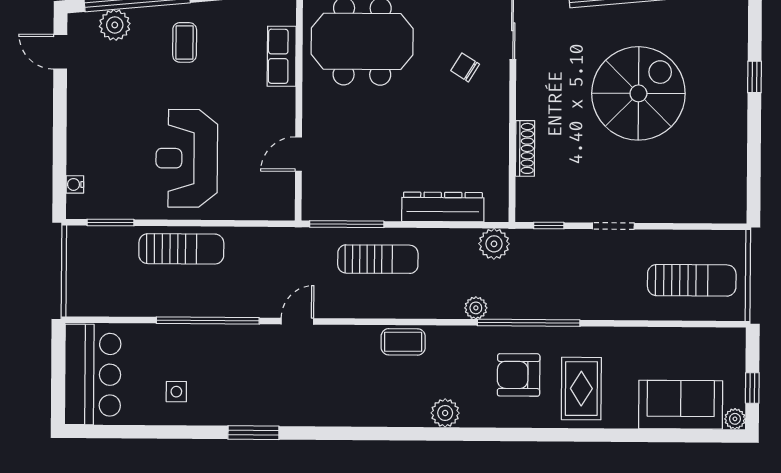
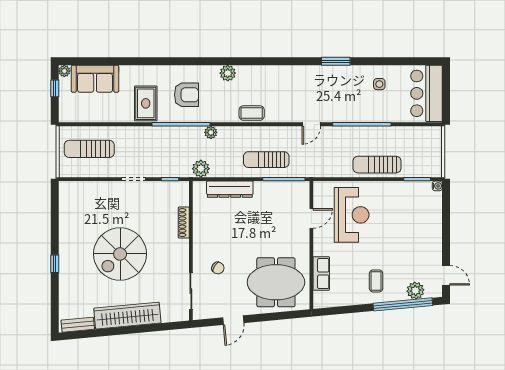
reception desk: (187, 158) -> (352, 215), moved
water cooler: (75, 184) -> (437, 186), moved
rug: (581, 389) -> (146, 103), moved

